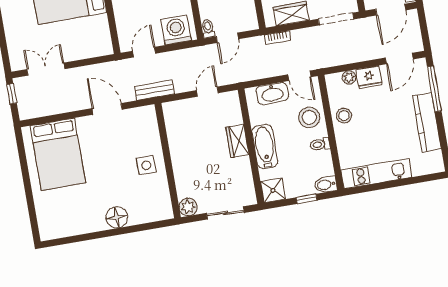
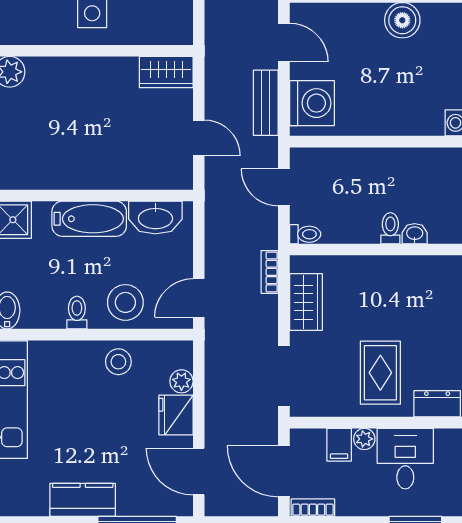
toilet: (208, 29) -> (305, 234), moved
bench: (154, 90) -> (266, 103), moved
washbasin: (272, 93) -> (155, 218), moved, turned -90
kitchen counter: (427, 122) -> (83, 500), width x0.67
wardrobe: (237, 141) -> (166, 72), moved, turned 180

